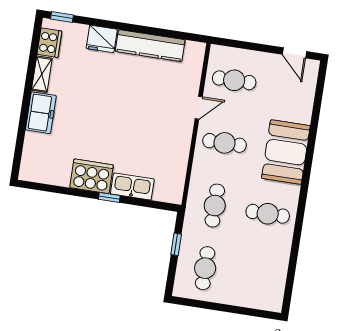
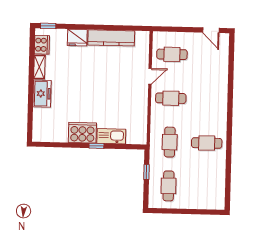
booth: (286, 152) -> (214, 99), removed

